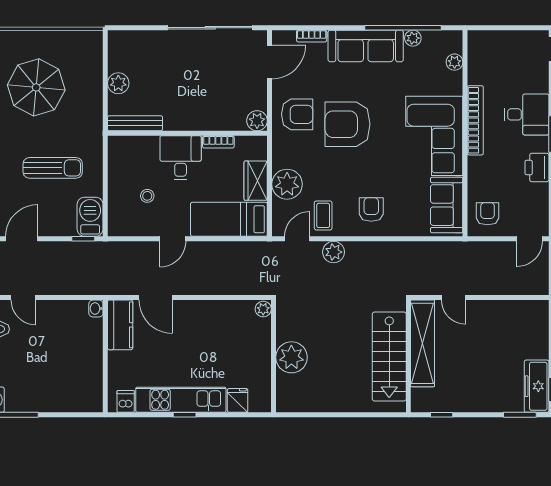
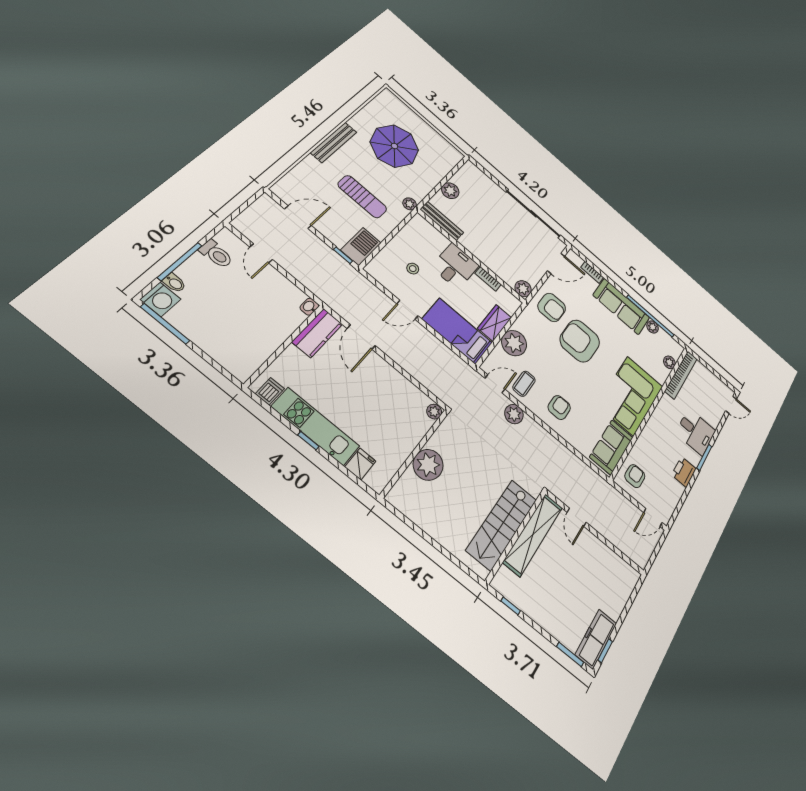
bookcase: (475, 120) -> (681, 375), moved
plant: (95, 134) -> (410, 204), added

